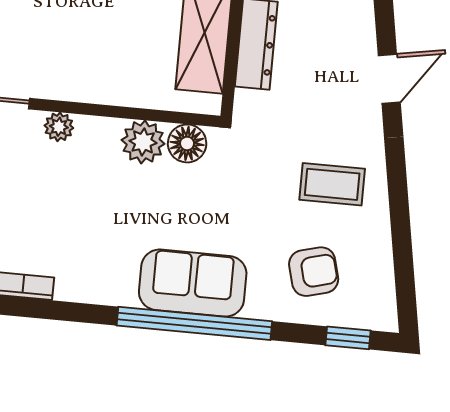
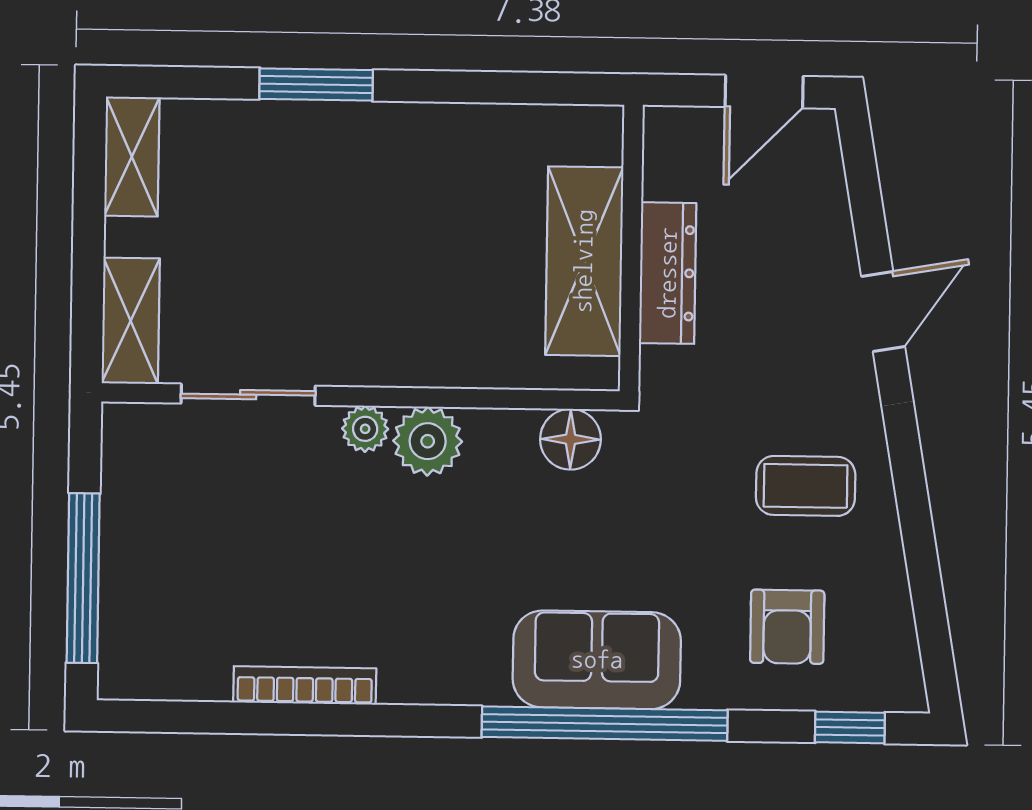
plant: (143, 142) -> (428, 441), moved
armchair: (314, 272) -> (787, 627), turned 105

